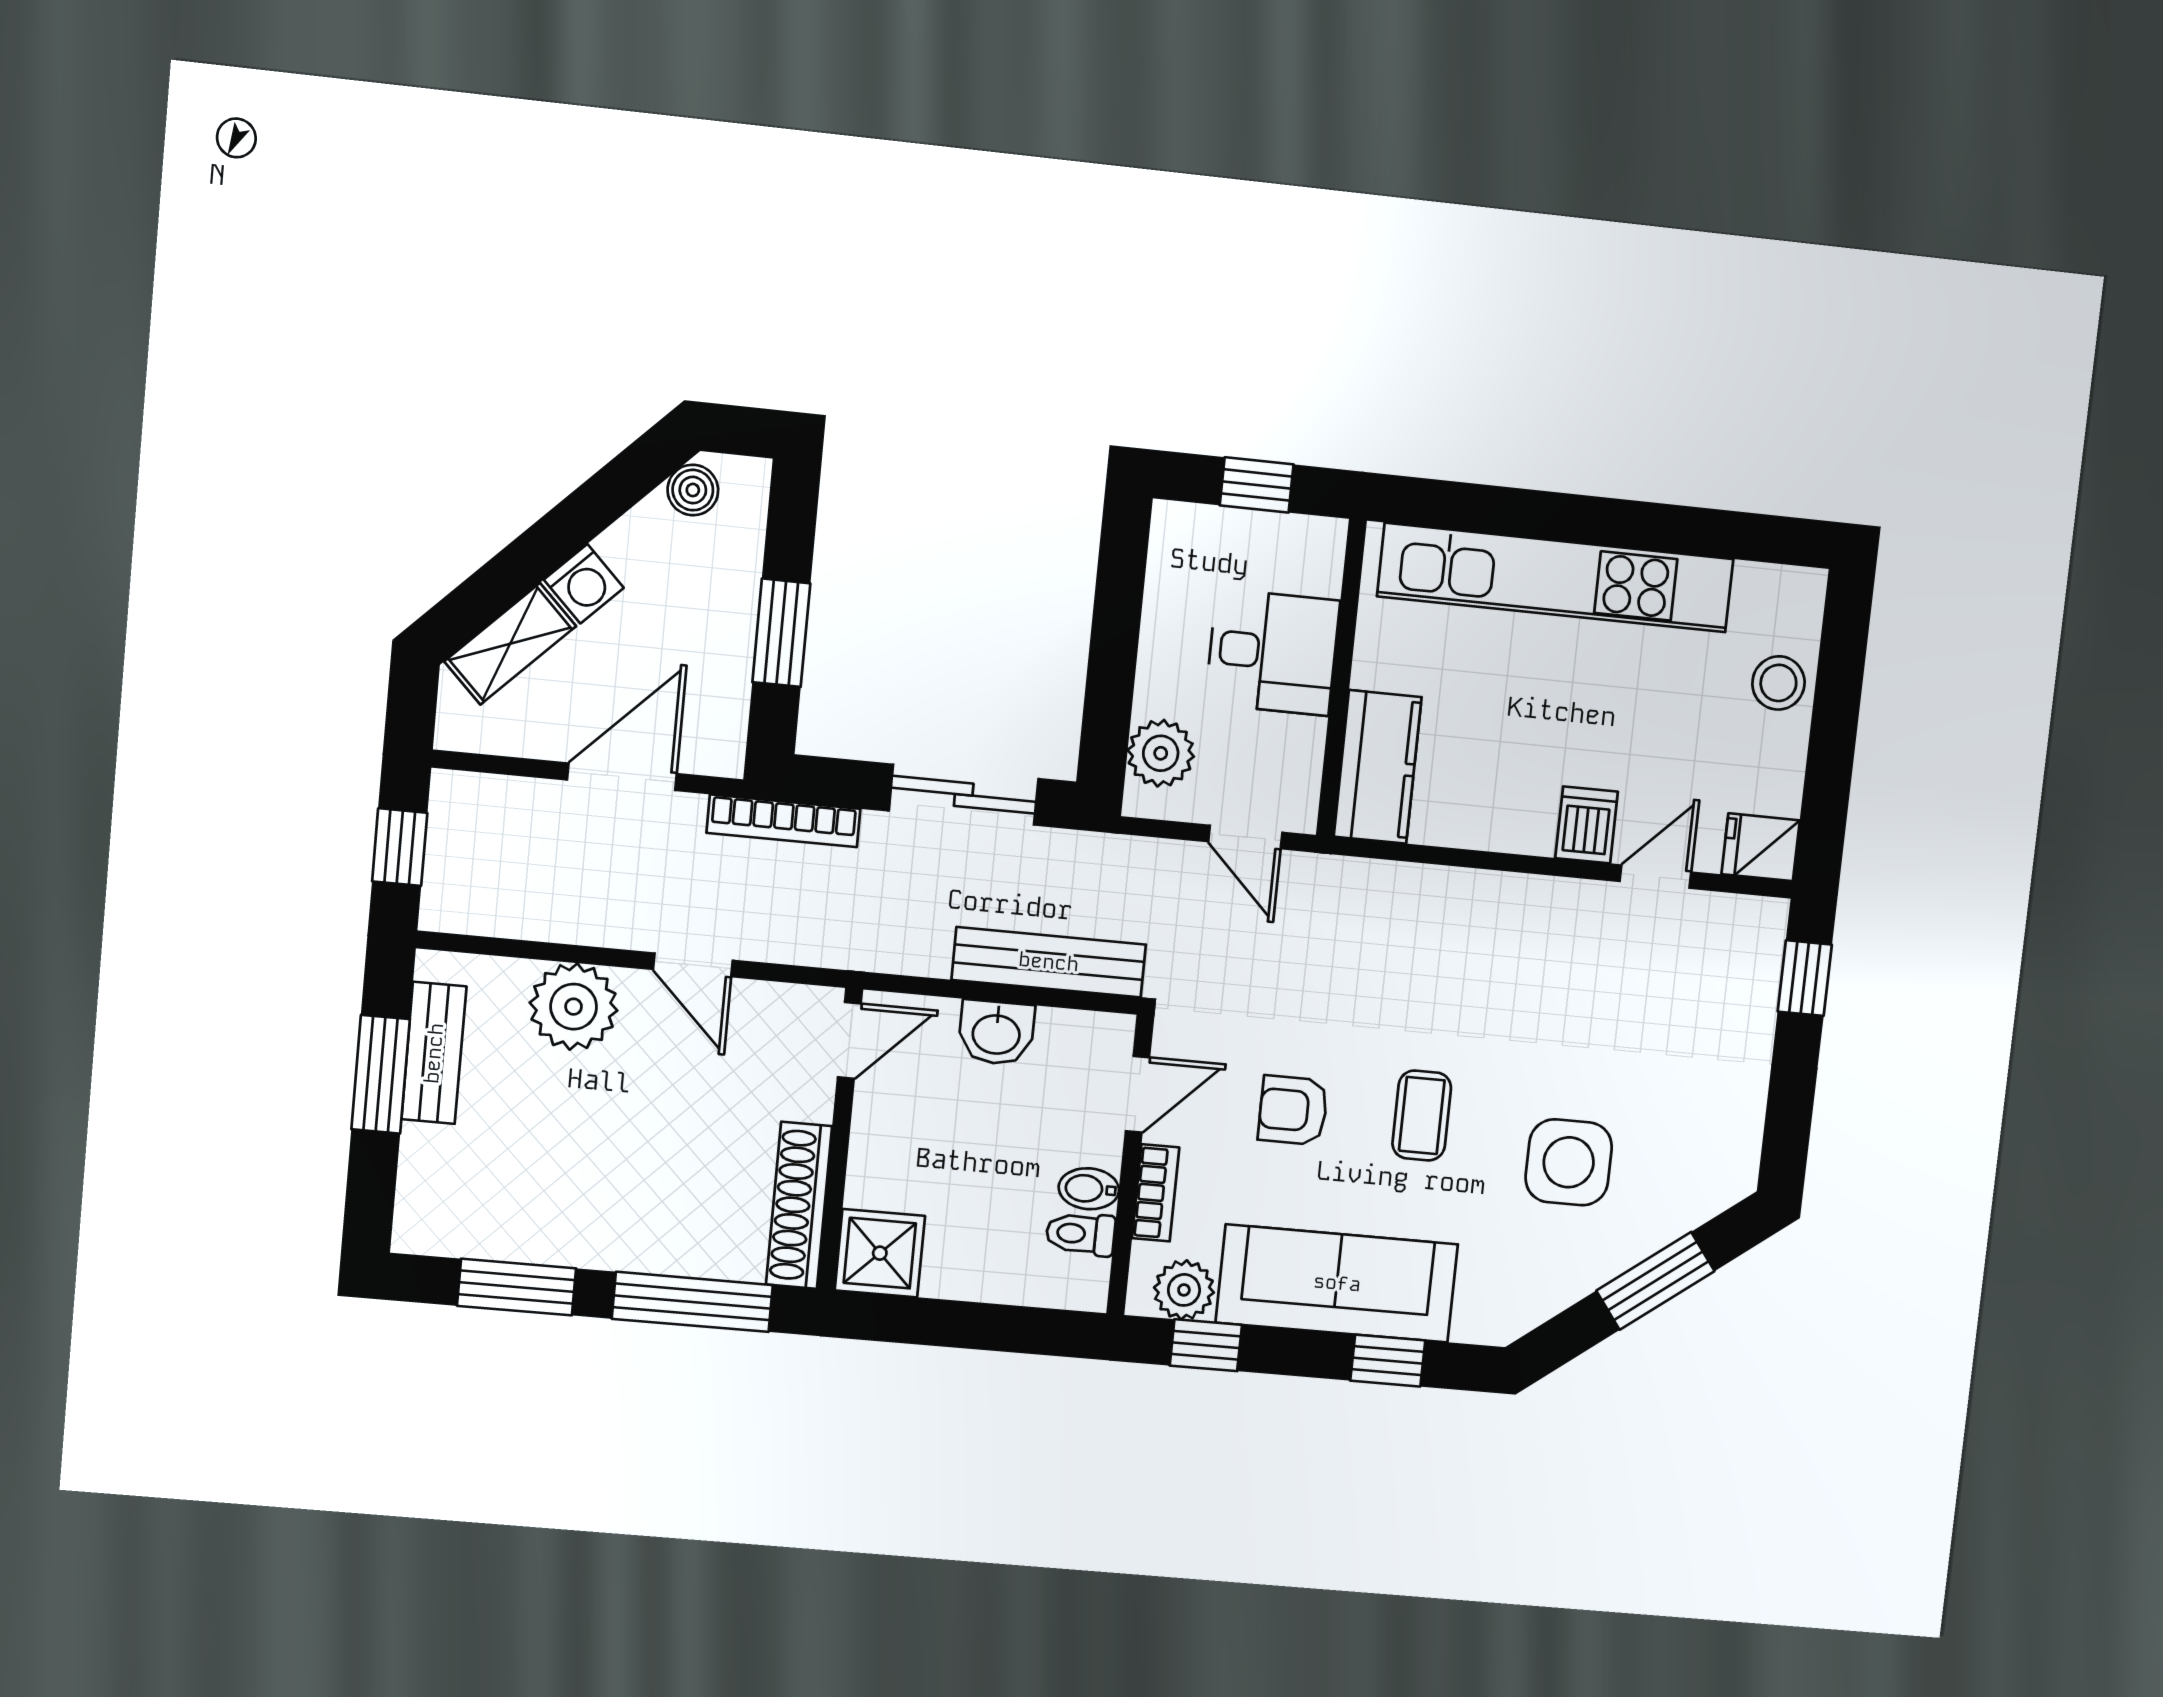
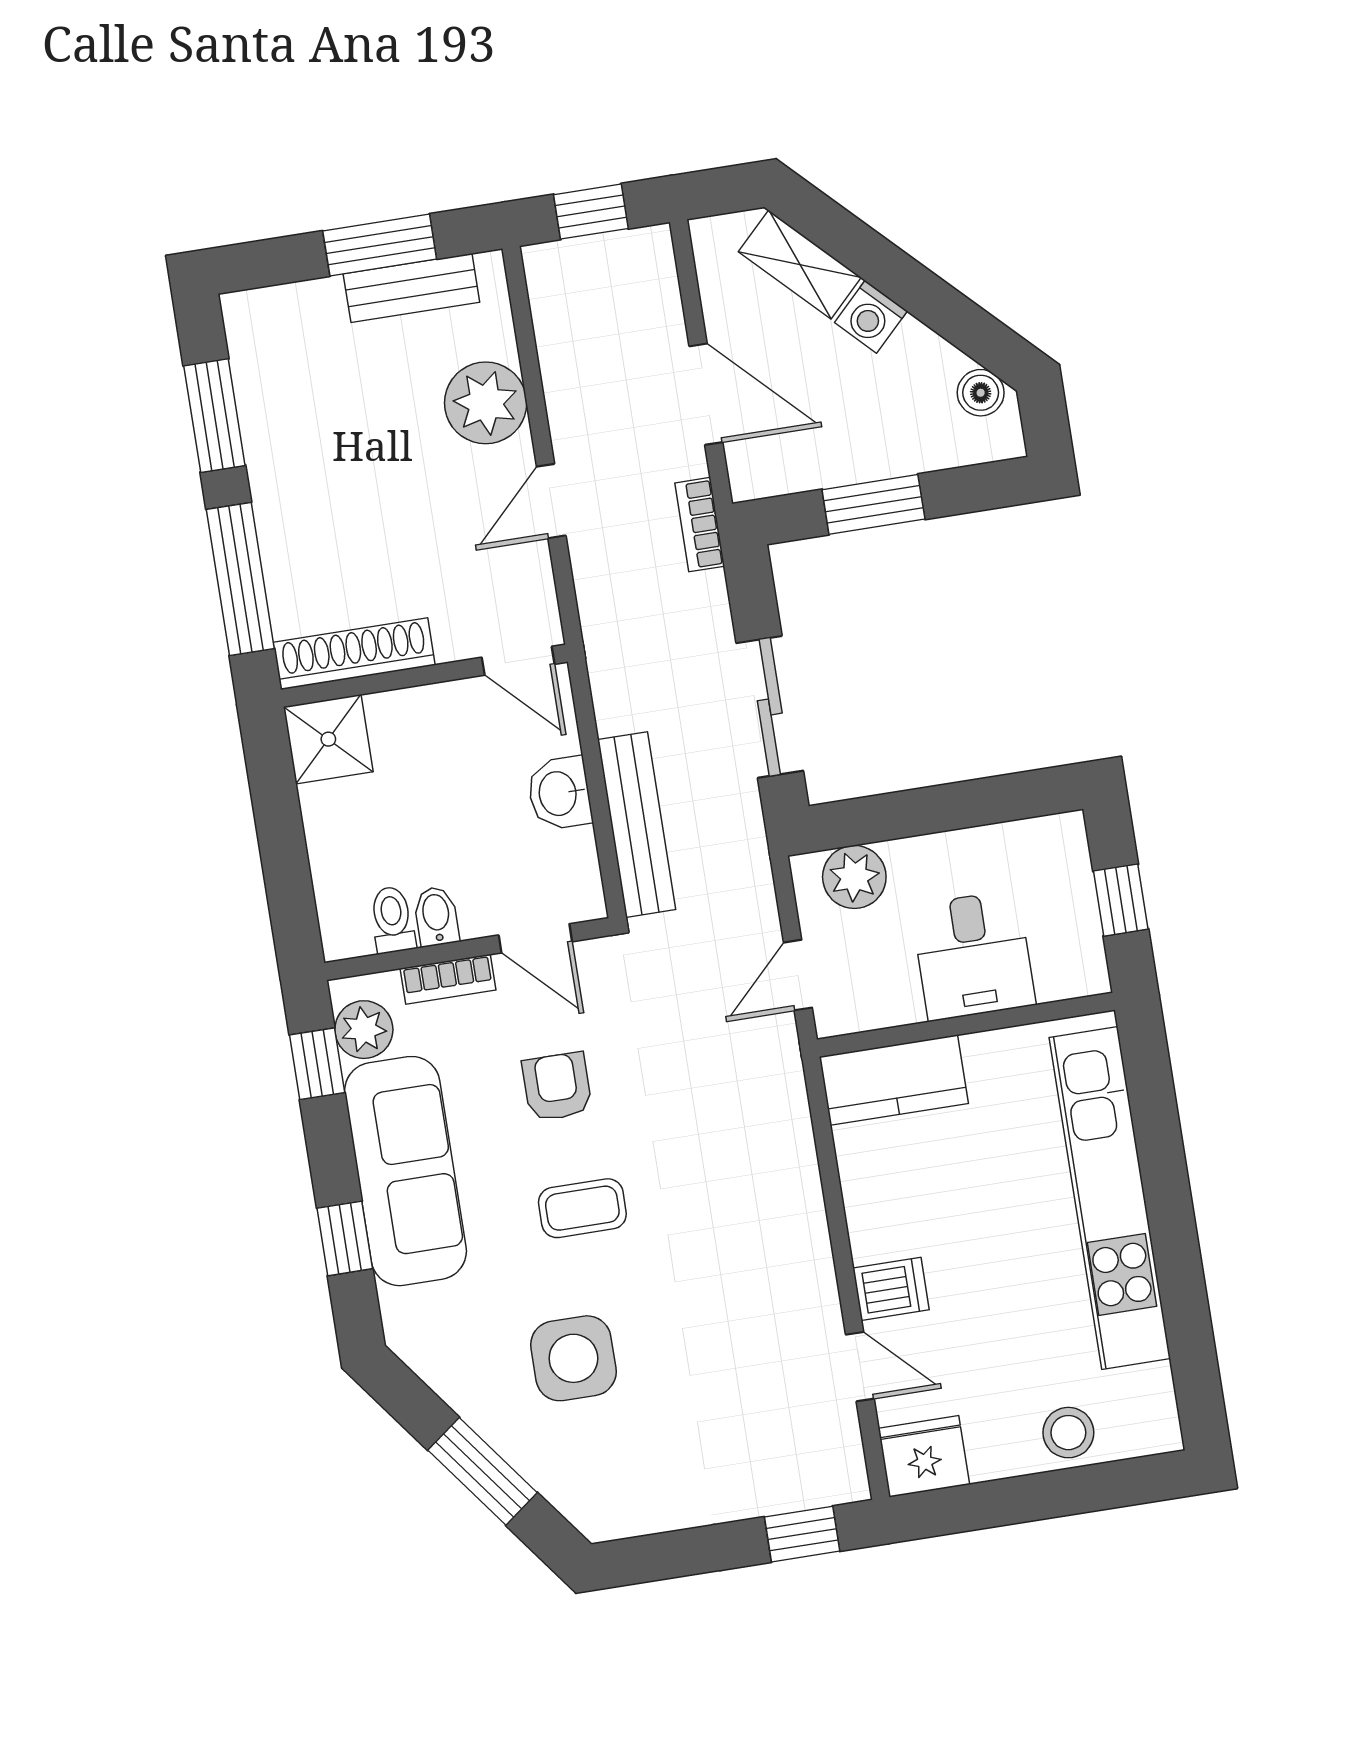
bookcase: (783, 821) -> (700, 525), width x0.64
fridge: (1761, 847) -> (924, 1456), width x1.38

